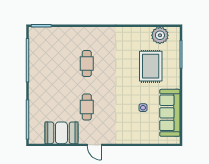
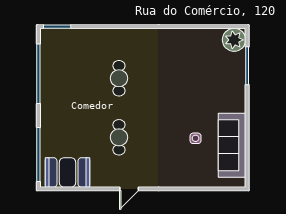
plant: (160, 35) -> (234, 40), moved
rug: (151, 66) -> (206, 82), removed
booth: (61, 133) -> (68, 172), moved
door: (94, 145) -> (129, 189), hinge flipped

